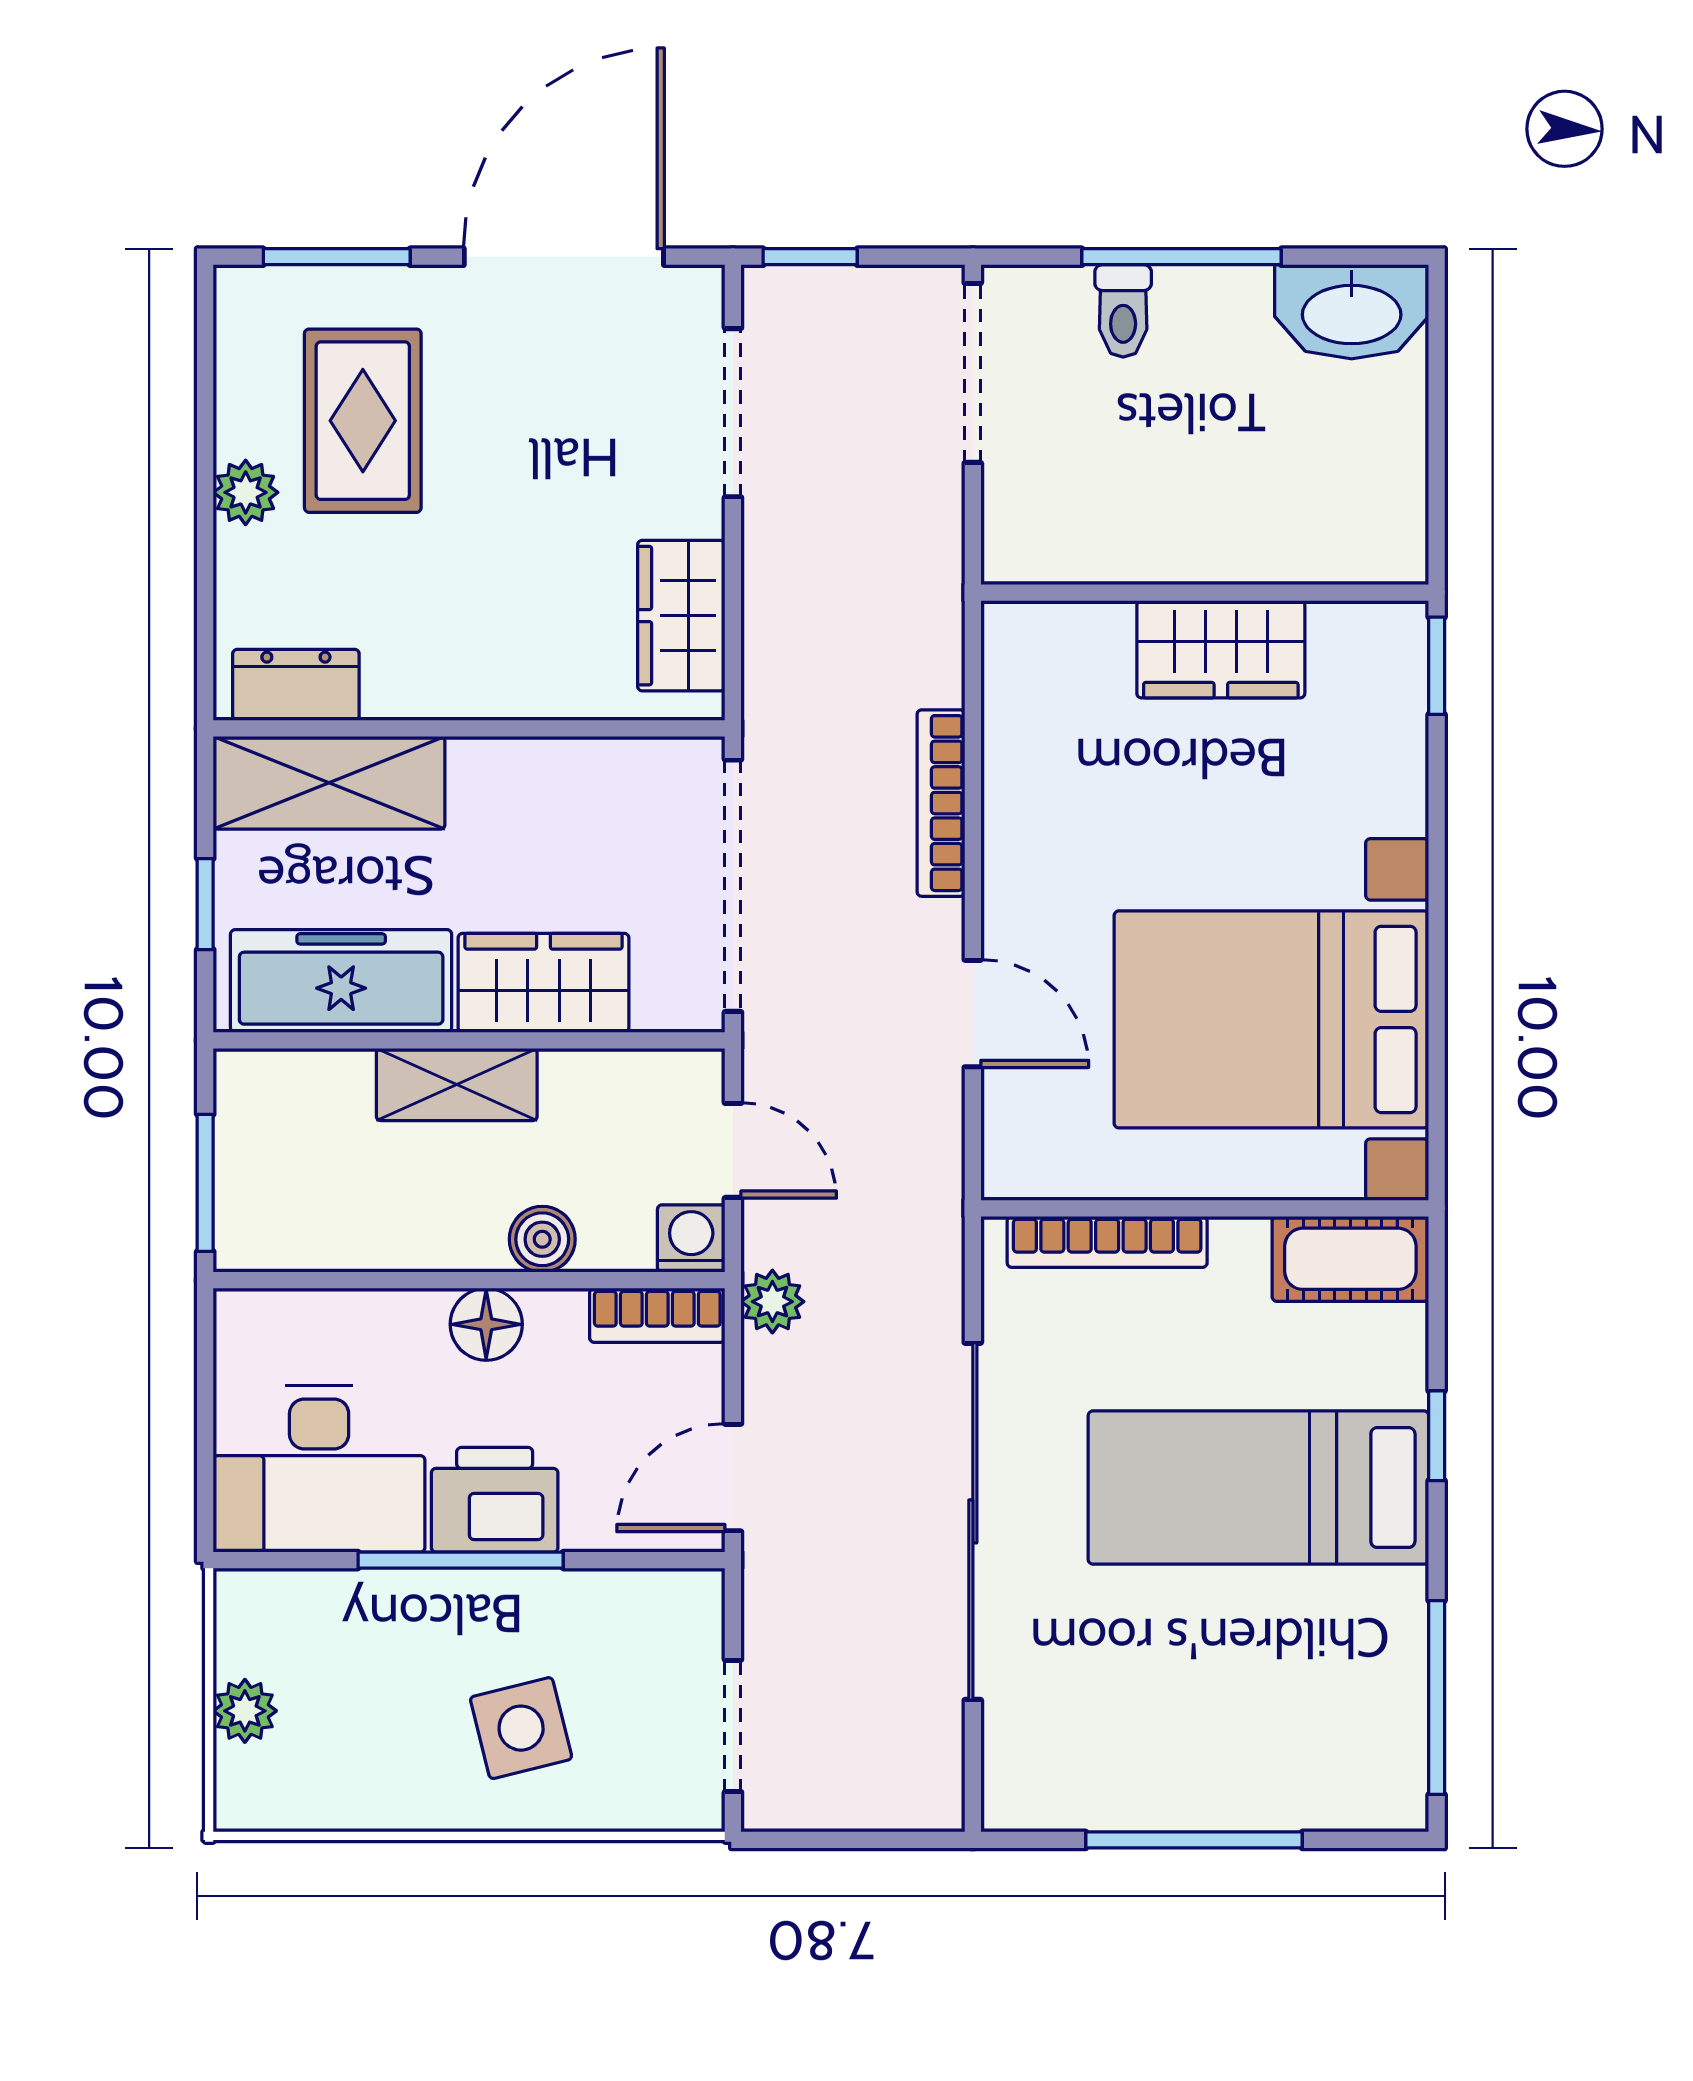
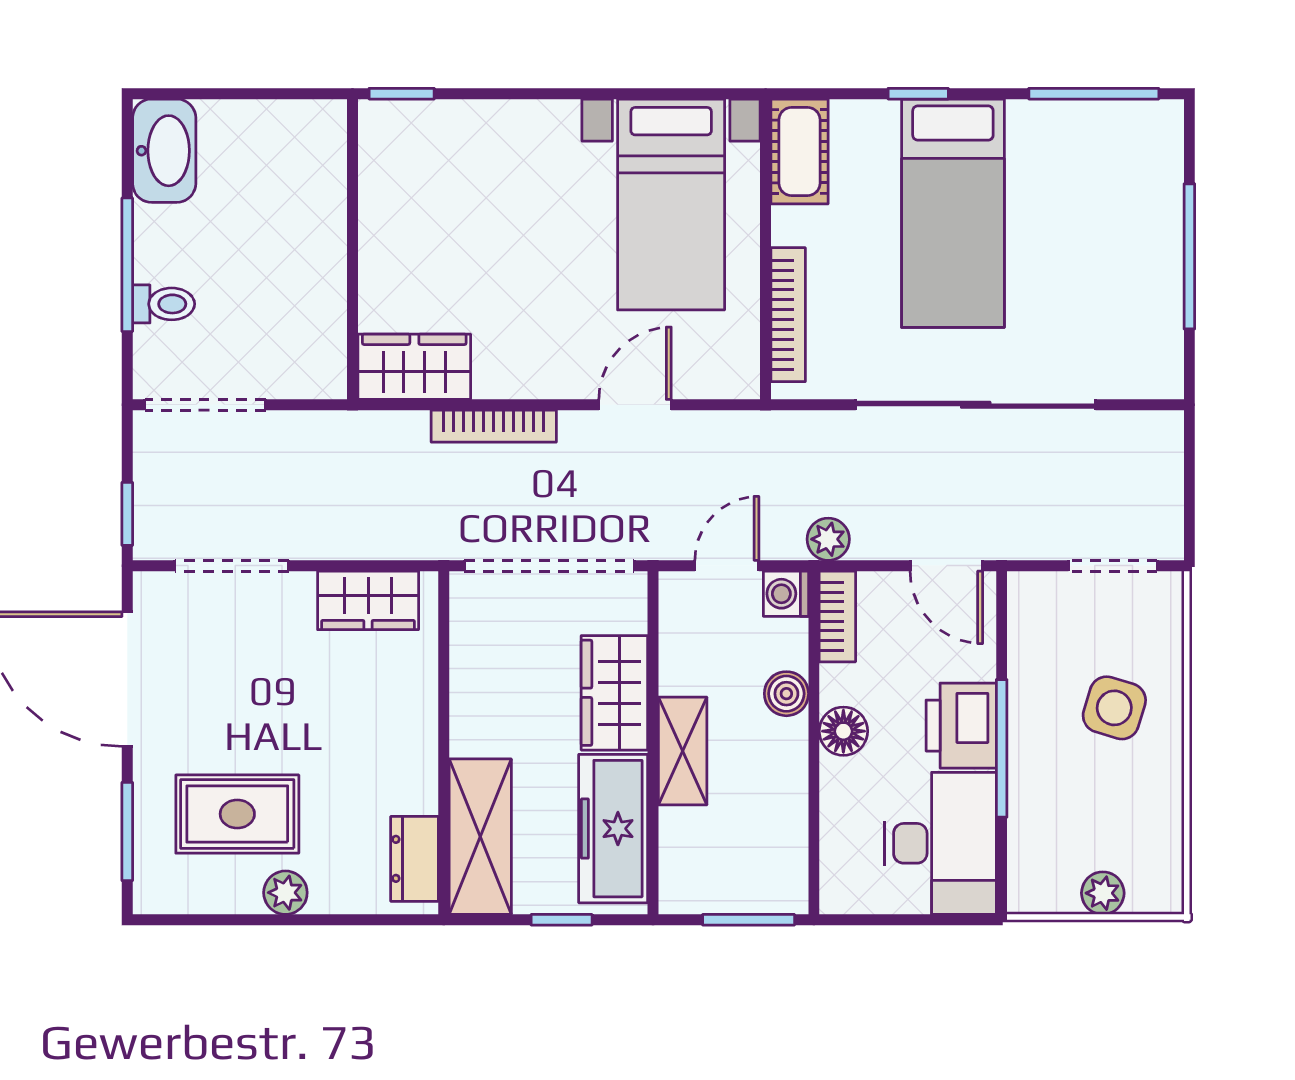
wardrobe: (1221, 649) -> (414, 367), moved, turned -90
bed with nightstands: (1271, 1019) -> (671, 205), width x0.73
side table: (521, 1728) -> (1114, 708), turned 31

